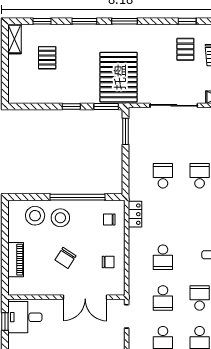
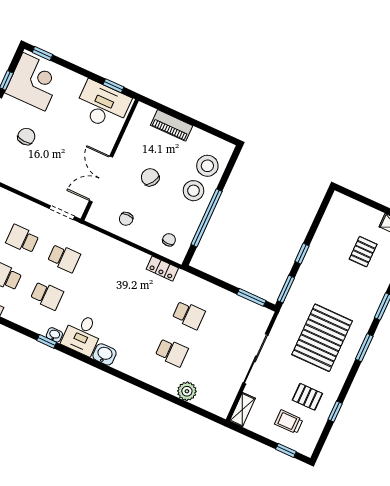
pallet: (47, 58) -> (363, 252), turned 90
pallet: (119, 77) -> (322, 338), moved, turned 90
school desk: (163, 257) -> (106, 277), removed
school desk: (163, 298) -> (64, 258), turned 180
desk: (25, 317) -> (103, 105), width x1.37

